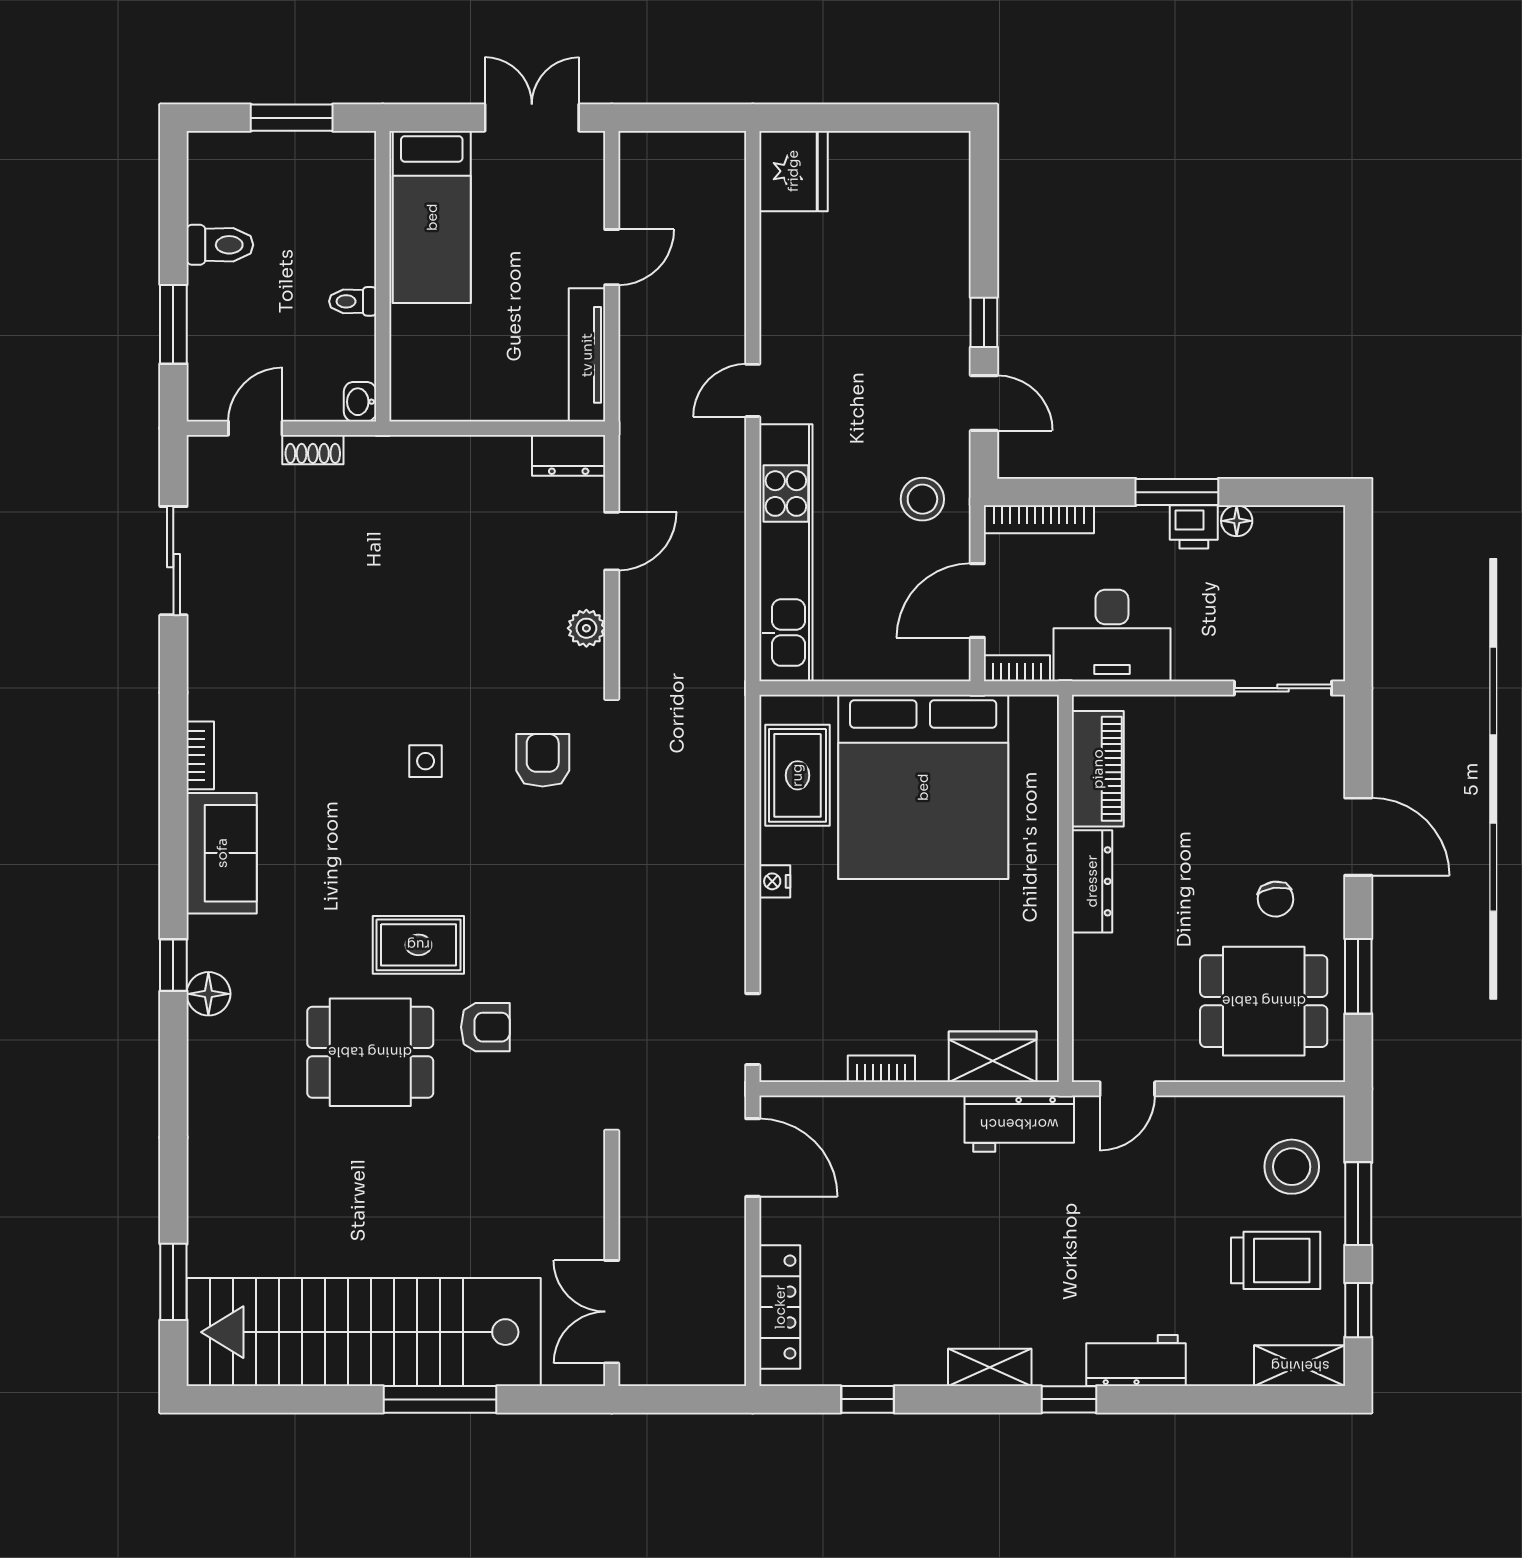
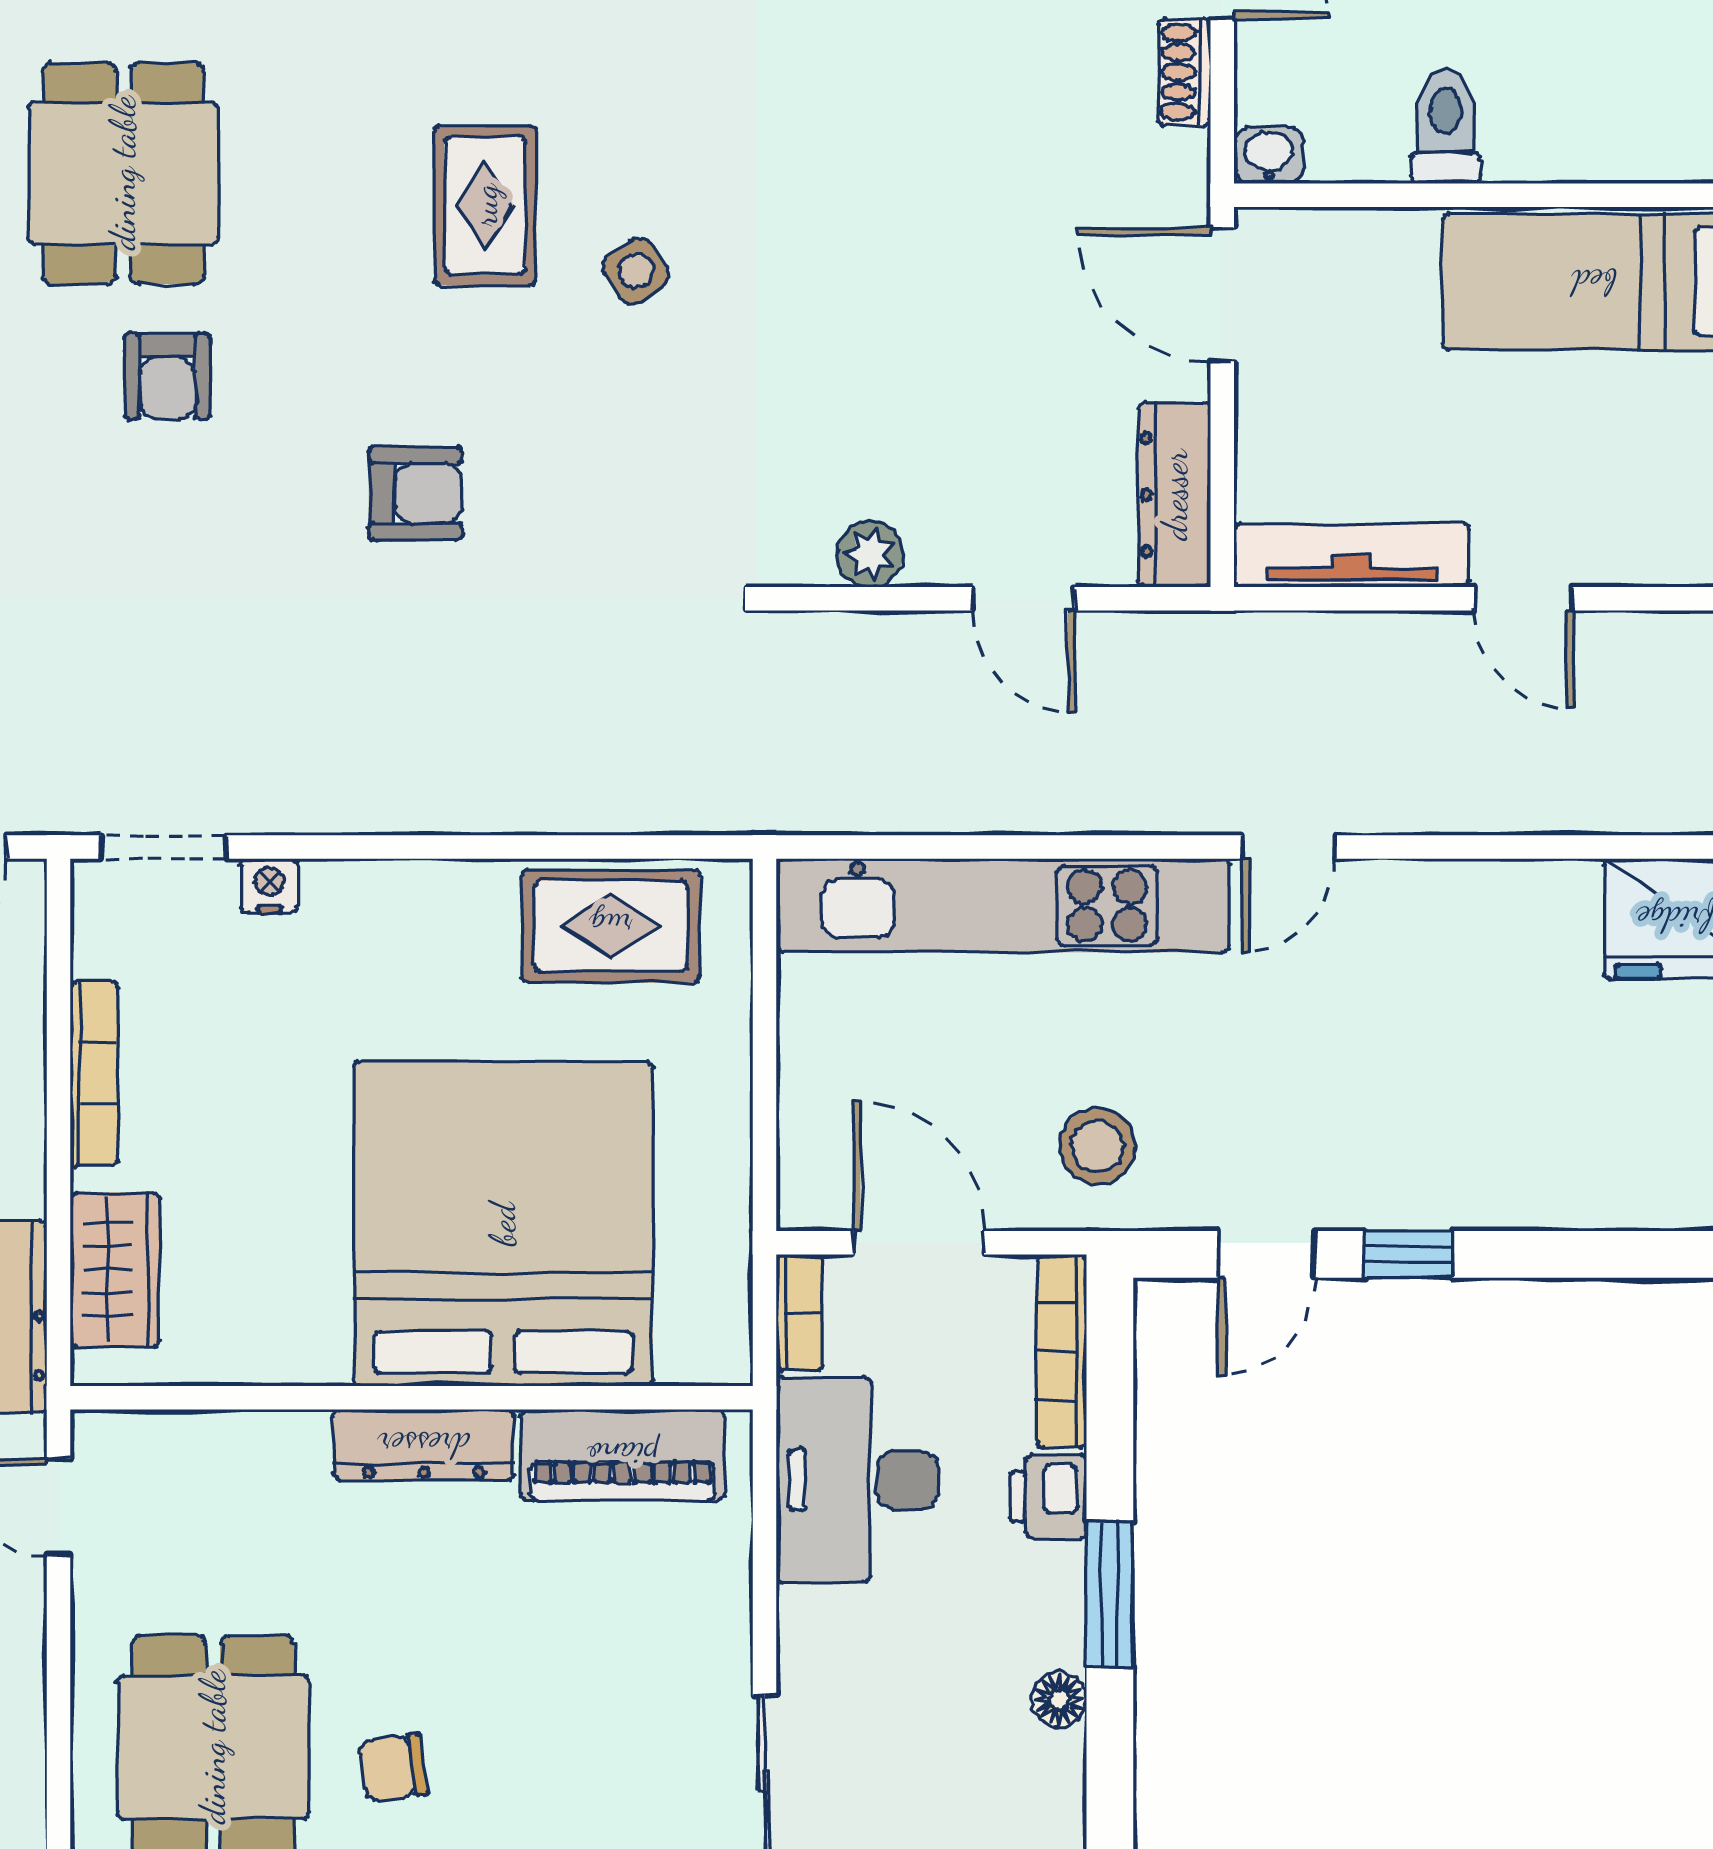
toilet: (353, 301) -> (1446, 126), width x1.37, depth x1.39
door: (753, 390) -> (1289, 847), swing flipped
door: (439, 428) -> (1222, 295), added
dresser: (569, 455) -> (1175, 495), width x1.44
printer: (1194, 527) -> (1048, 1496), moved
armchair: (543, 760) -> (415, 493), moved
side table: (426, 761) -> (636, 271), turned -34
bed: (923, 787) -> (503, 1224), moved, turned 90
nightstand: (775, 881) -> (270, 886), moved
rug: (418, 945) -> (485, 205), moved
bookcase: (881, 1069) -> (94, 1074), width x1.56

